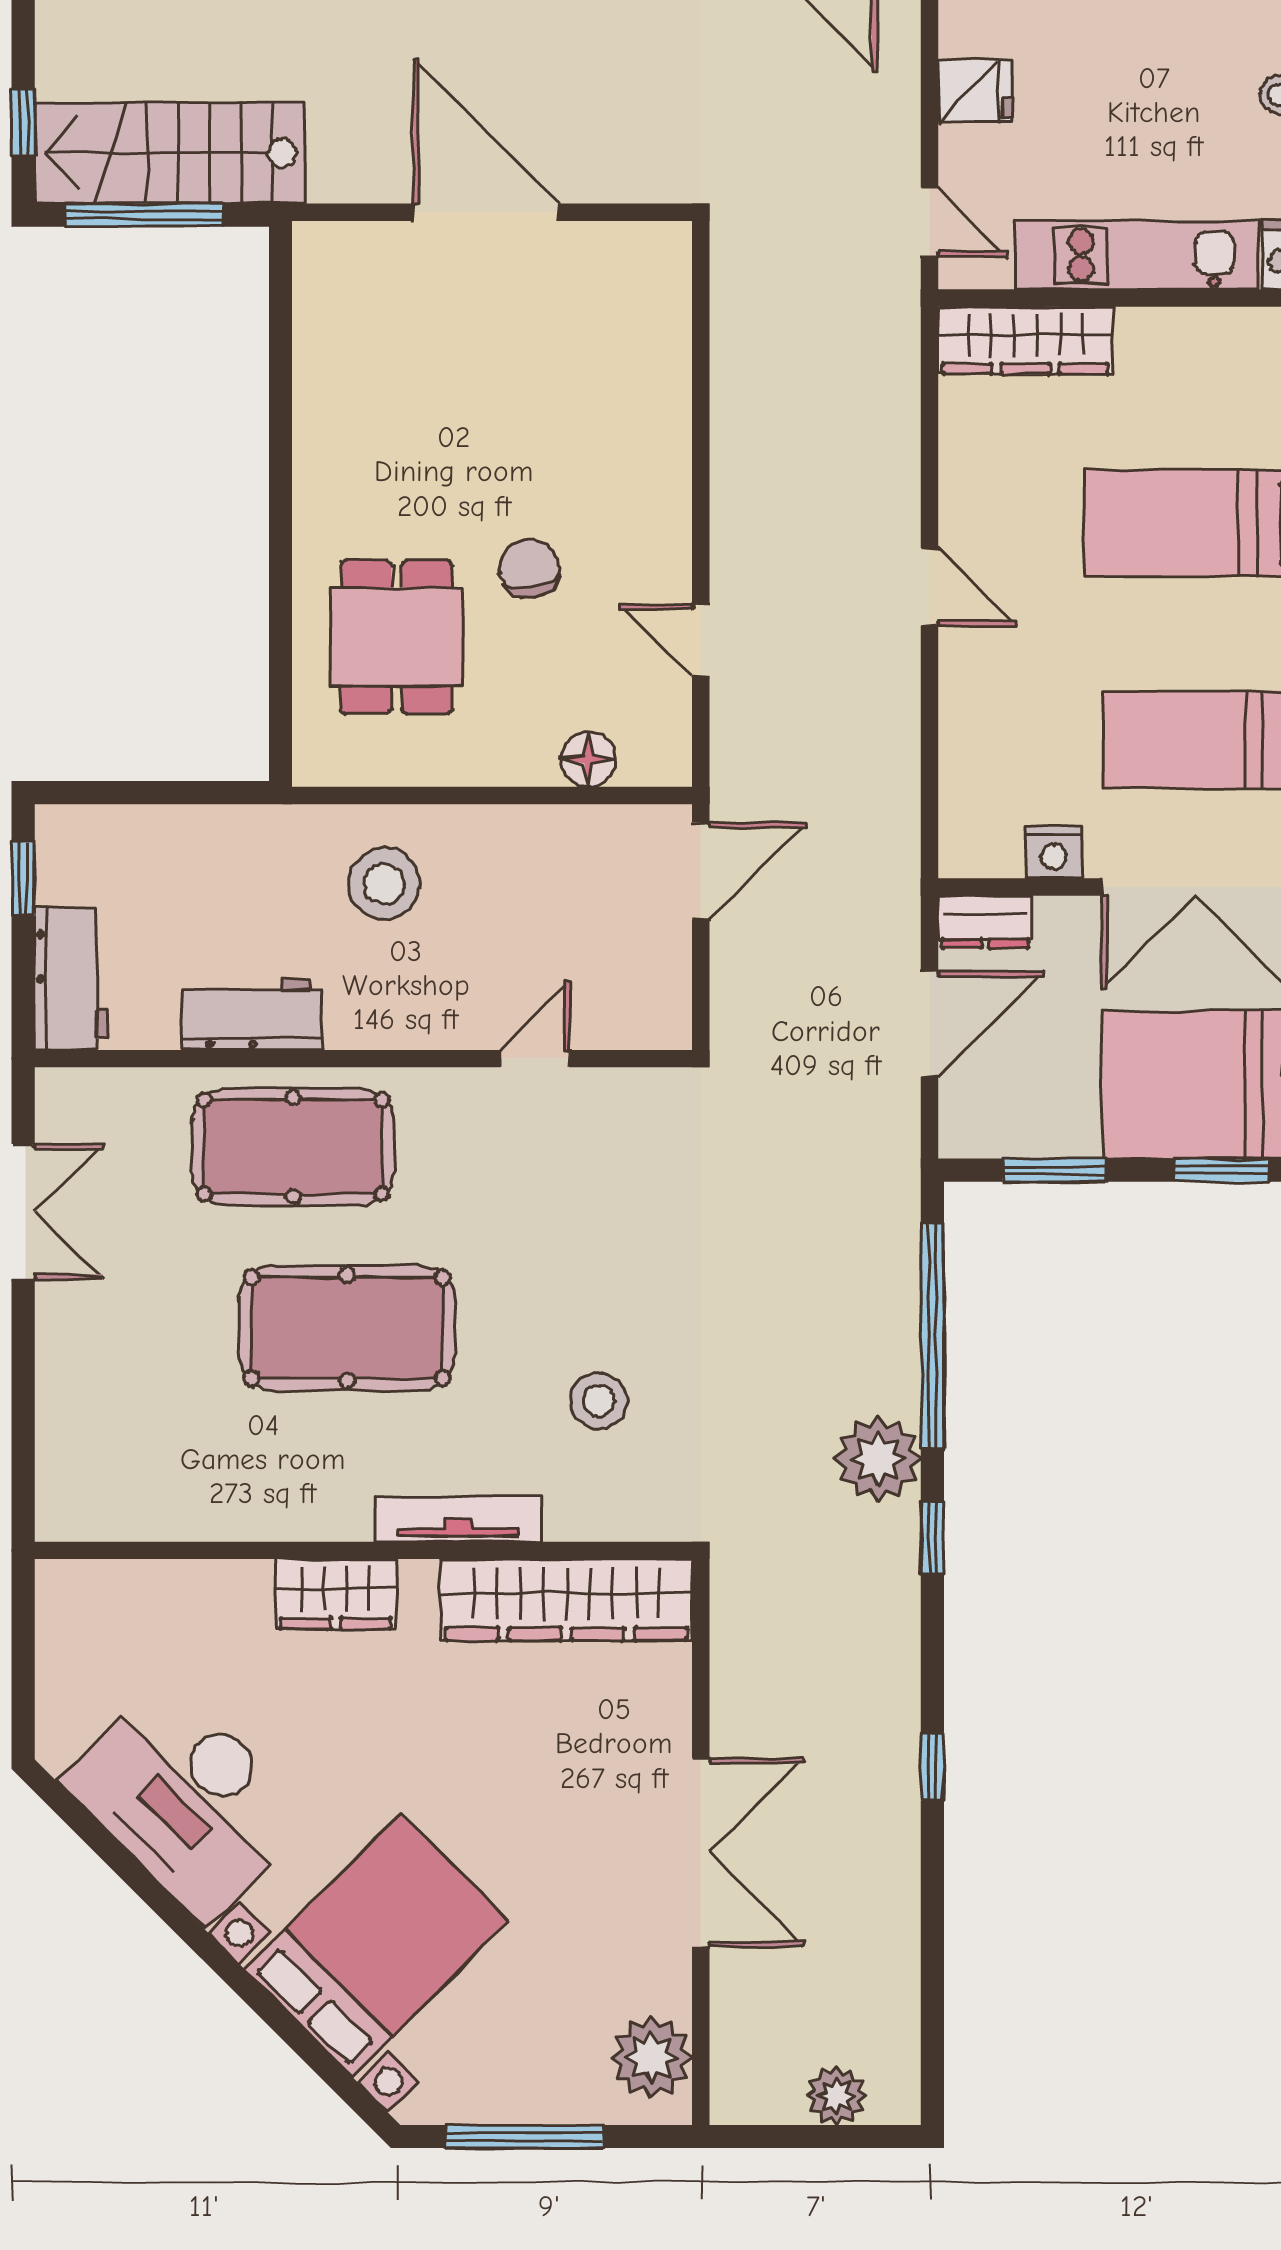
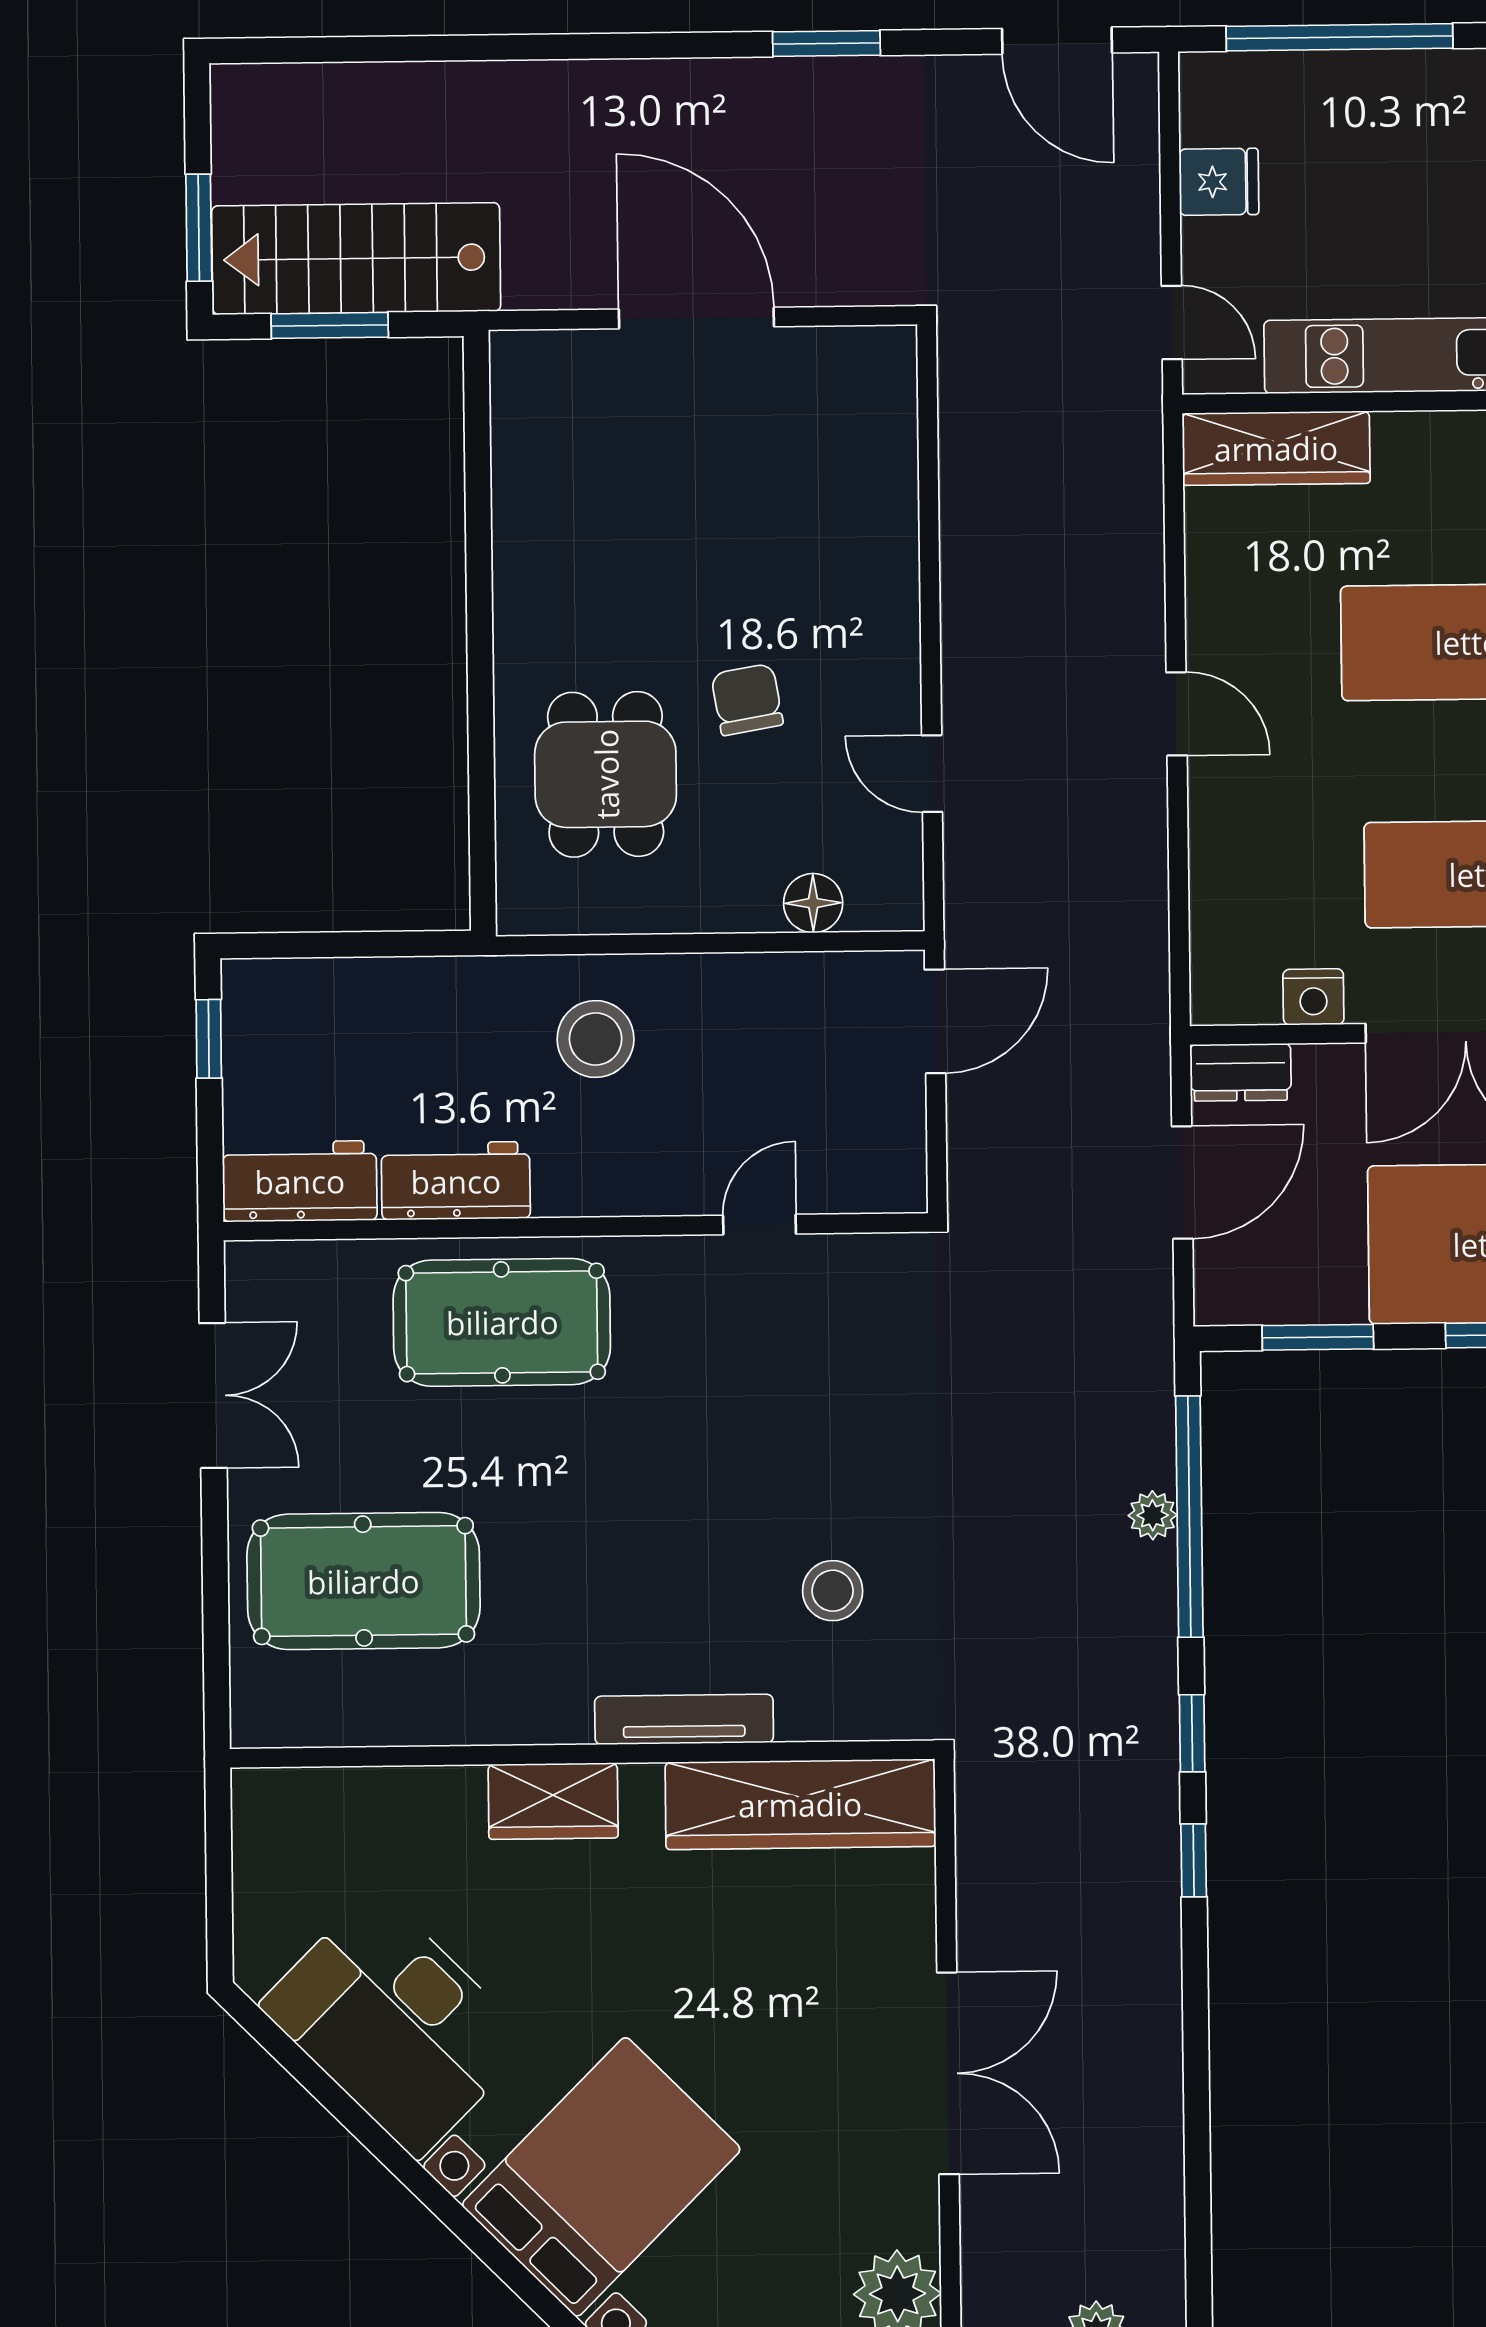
window: (23, 122) -> (199, 228), width x1.50
window: (144, 215) -> (330, 325), width x0.69
workbench: (72, 978) -> (300, 1181), moved, turned -90
pool table: (347, 1328) -> (363, 1581), moved
plant: (878, 1459) -> (1153, 1515), moved, width x0.53, depth x0.53
window: (932, 1766) -> (1194, 1860), moved

